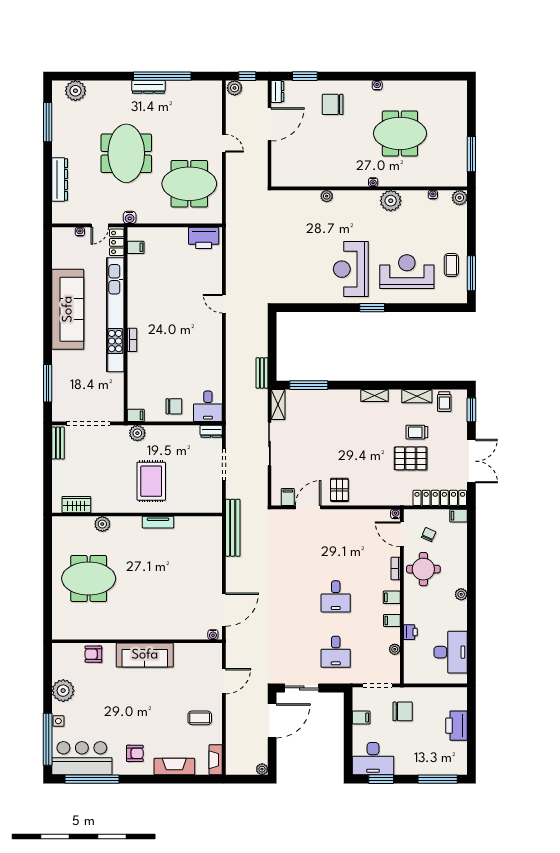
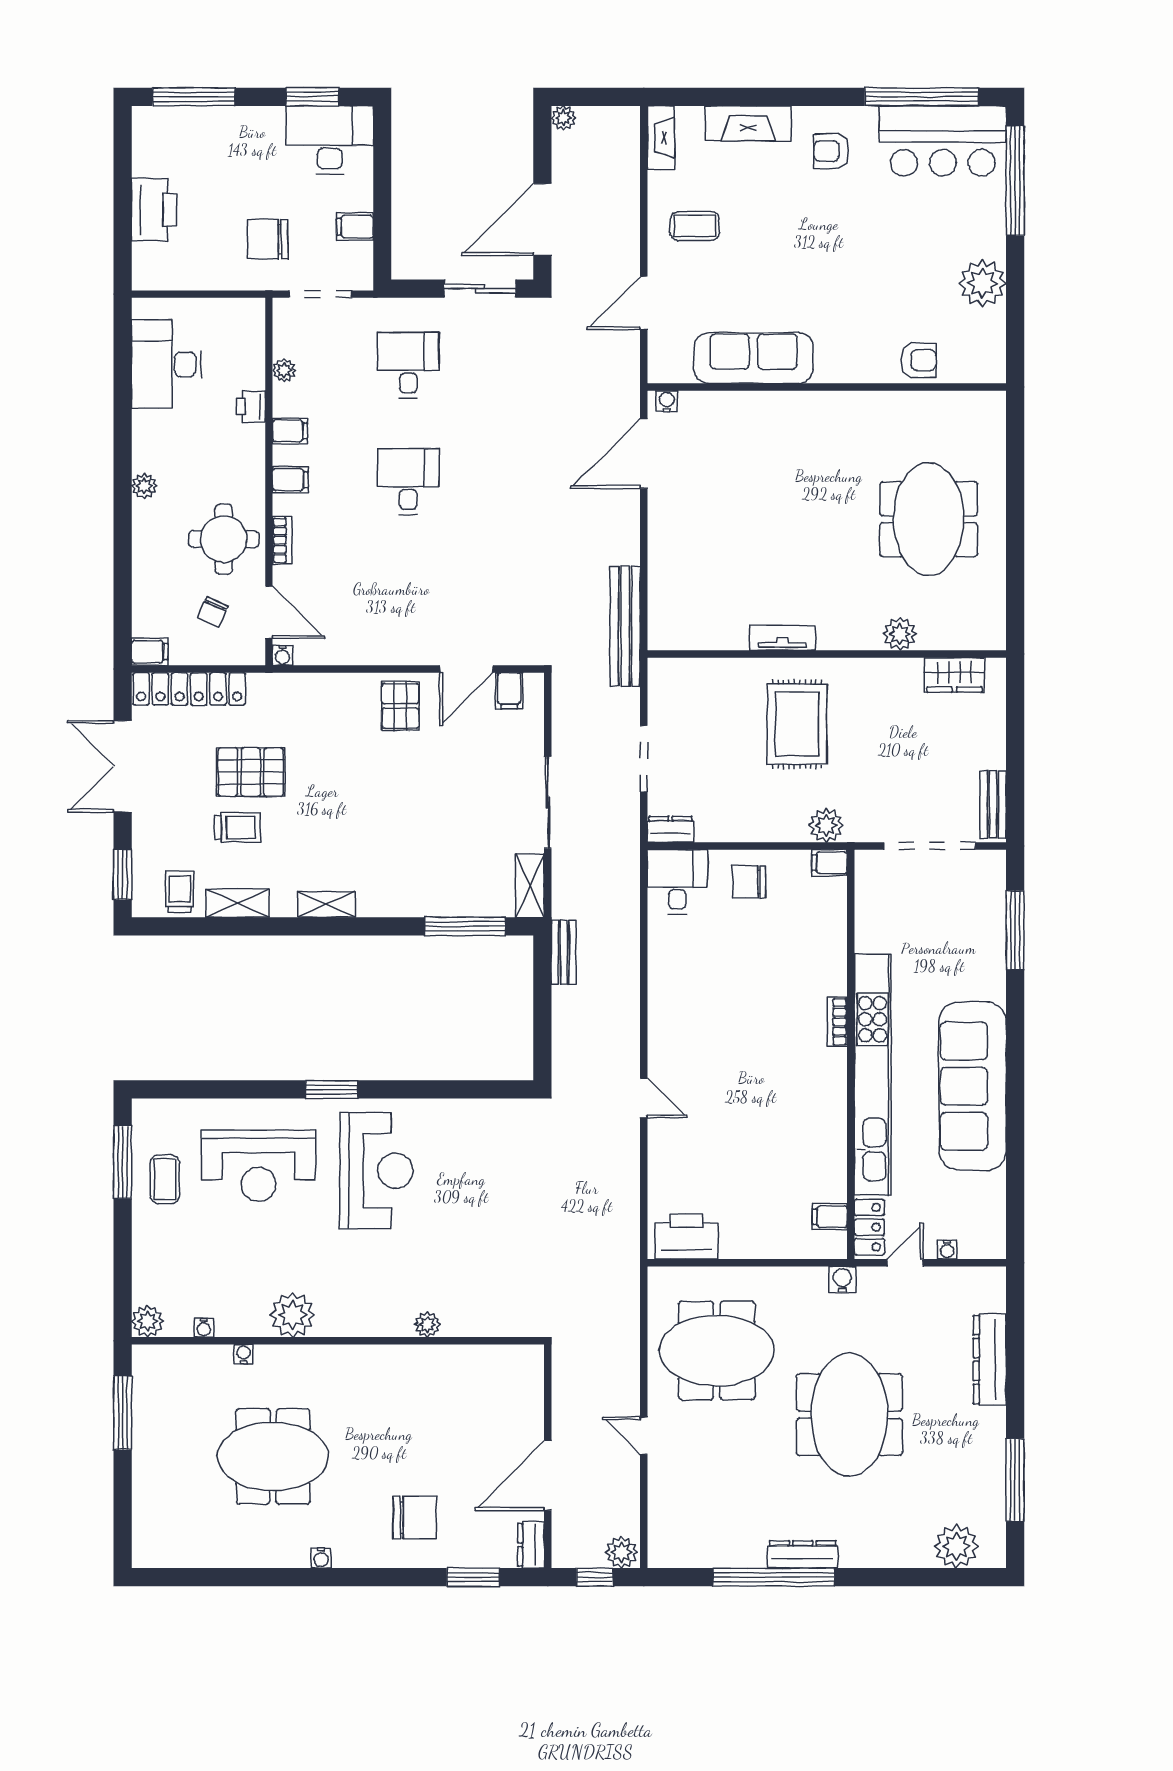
water cooler: (373, 182) -> (244, 1354), moved
meeting table: (89, 579) -> (929, 519), turned 90
sofa: (145, 655) -> (754, 358), moved
side table: (58, 721) -> (992, 219), removed

